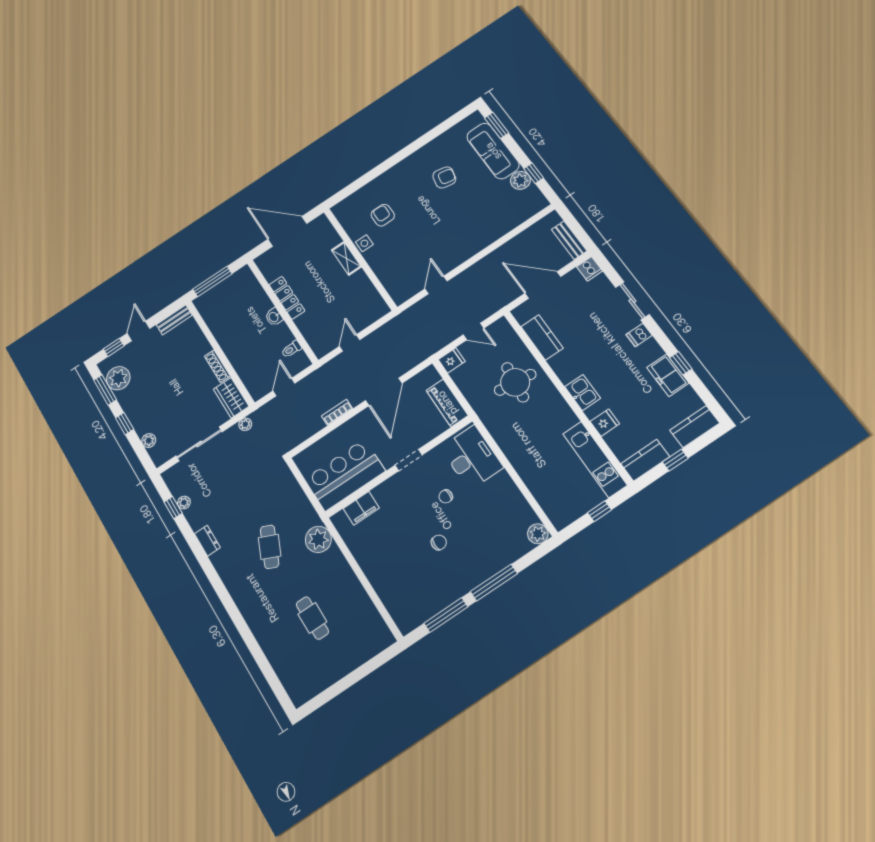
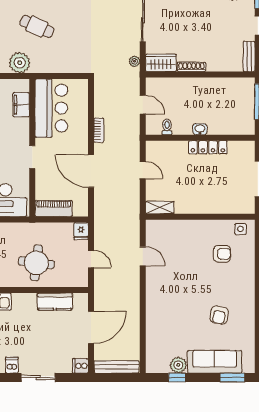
bench: (569, 240) -> (116, 367), width x1.36
side table: (364, 243) -> (241, 229), moved
shelving: (346, 258) -> (160, 207), moved
door: (474, 332) -> (91, 259), swing flipped

